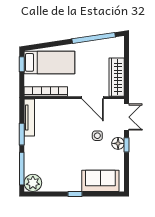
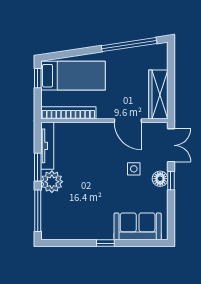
plant: (33, 183) -> (52, 182), moved

